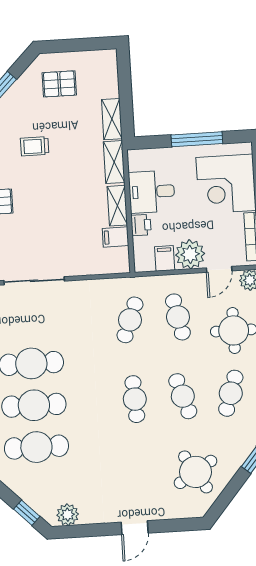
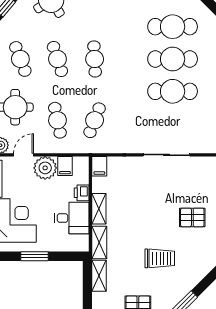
window: (197, 139) -> (34, 256), width x0.69
trolley: (35, 146) -> (160, 258), width x1.36, depth x1.39
filing cabinet: (116, 237) -> (99, 166), moved, turned 90
cafe table: (231, 393) -> (20, 59), turned -39

